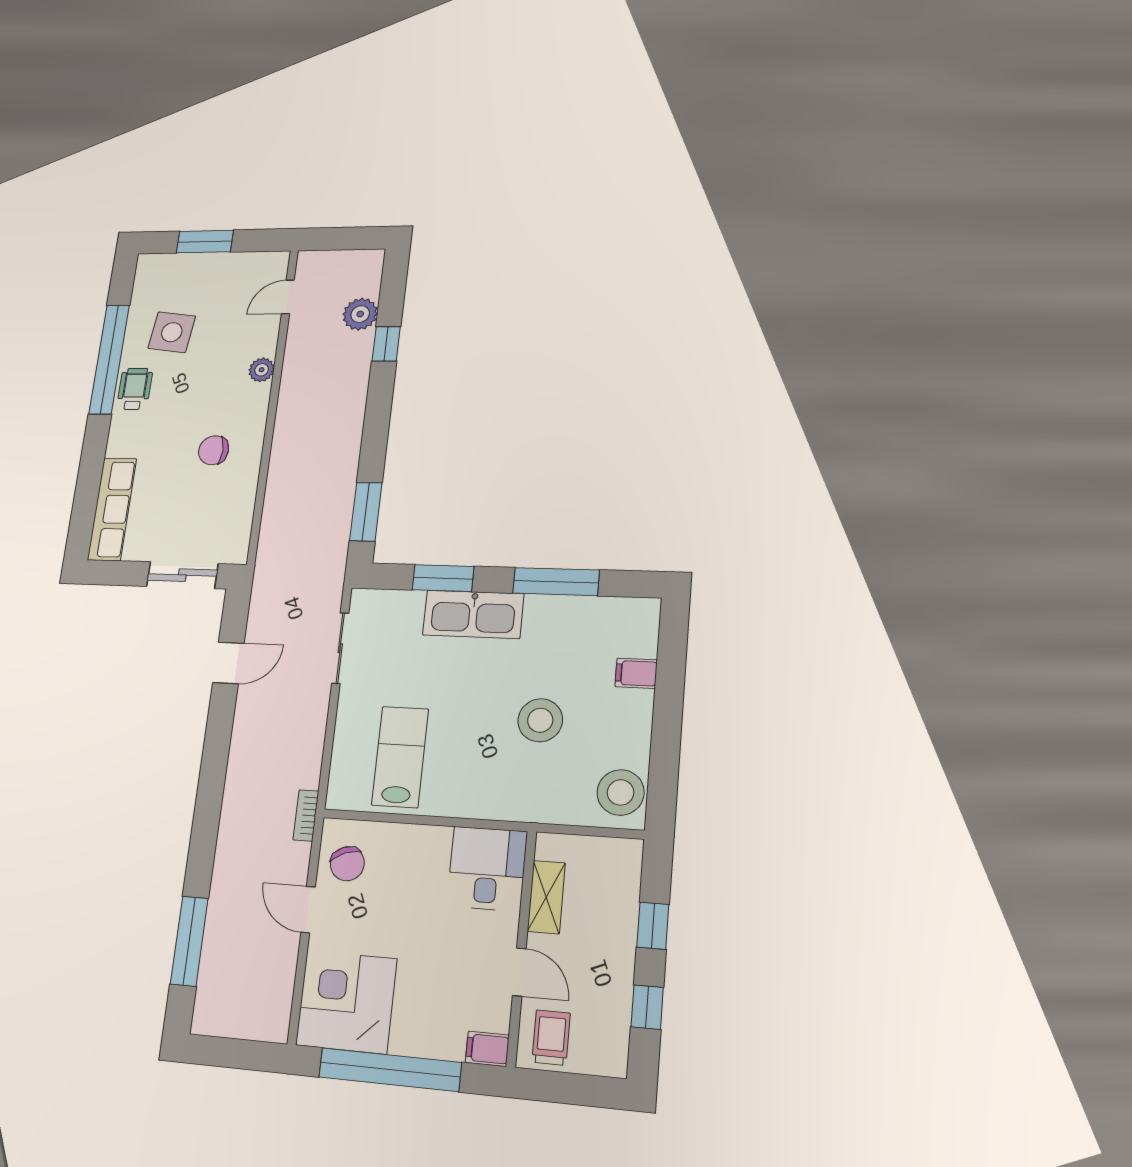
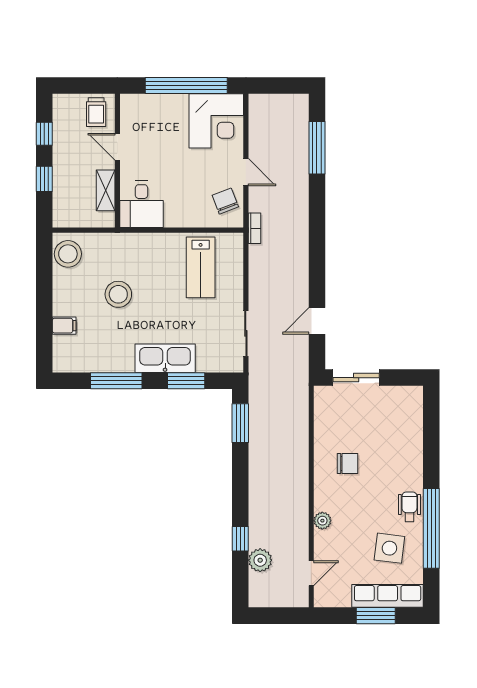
wheelchair: (135, 389) -> (409, 507), turned 180
row of seats: (112, 509) -> (388, 596), moved, turned 90
filing cabinet: (487, 1049) -> (132, 103), removed

